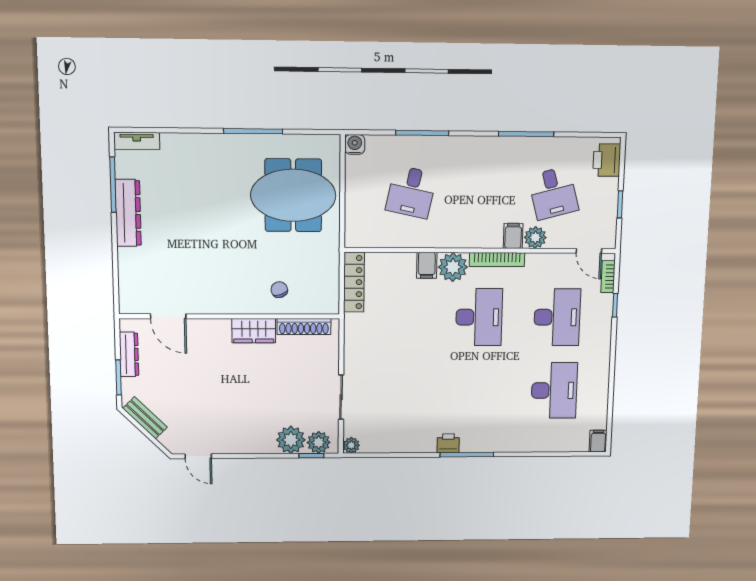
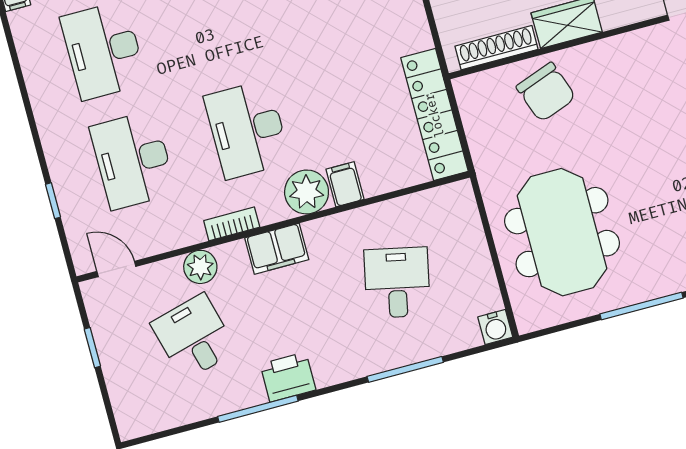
printer: (607, 160) -> (288, 377), moved, turned -90
meeting table: (293, 195) -> (562, 232), turned 90
filing cabinet: (513, 236) -> (277, 249), moved, width x2.00
bookcase: (497, 260) -> (232, 224), width x0.64
bookcase: (608, 277) -> (77, 239), removed
locker: (354, 282) -> (435, 115), width x1.41, depth x1.21
chair: (279, 290) -> (546, 92), width x1.87, depth x1.87

